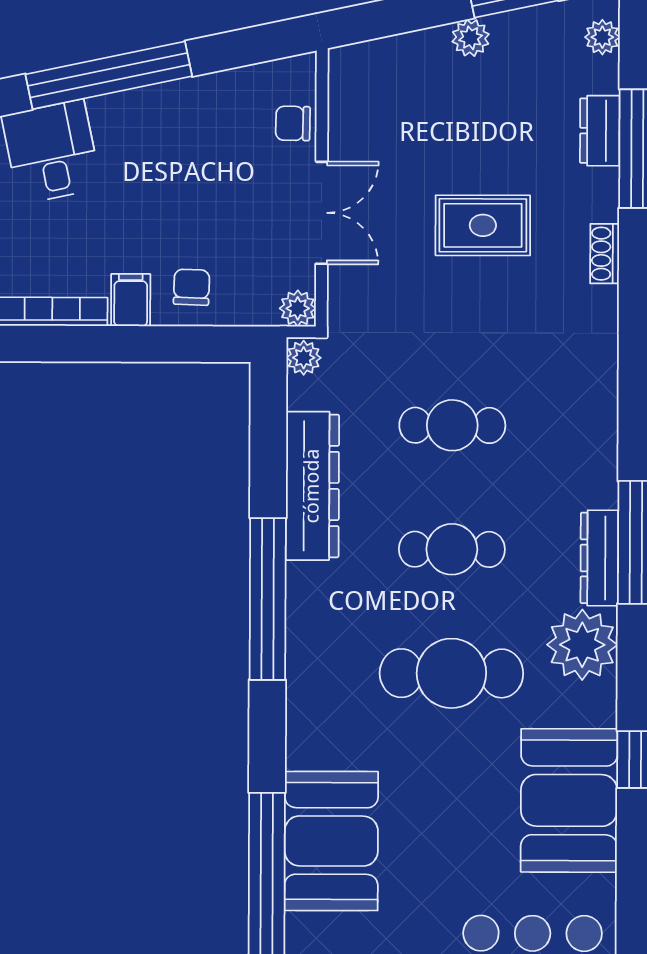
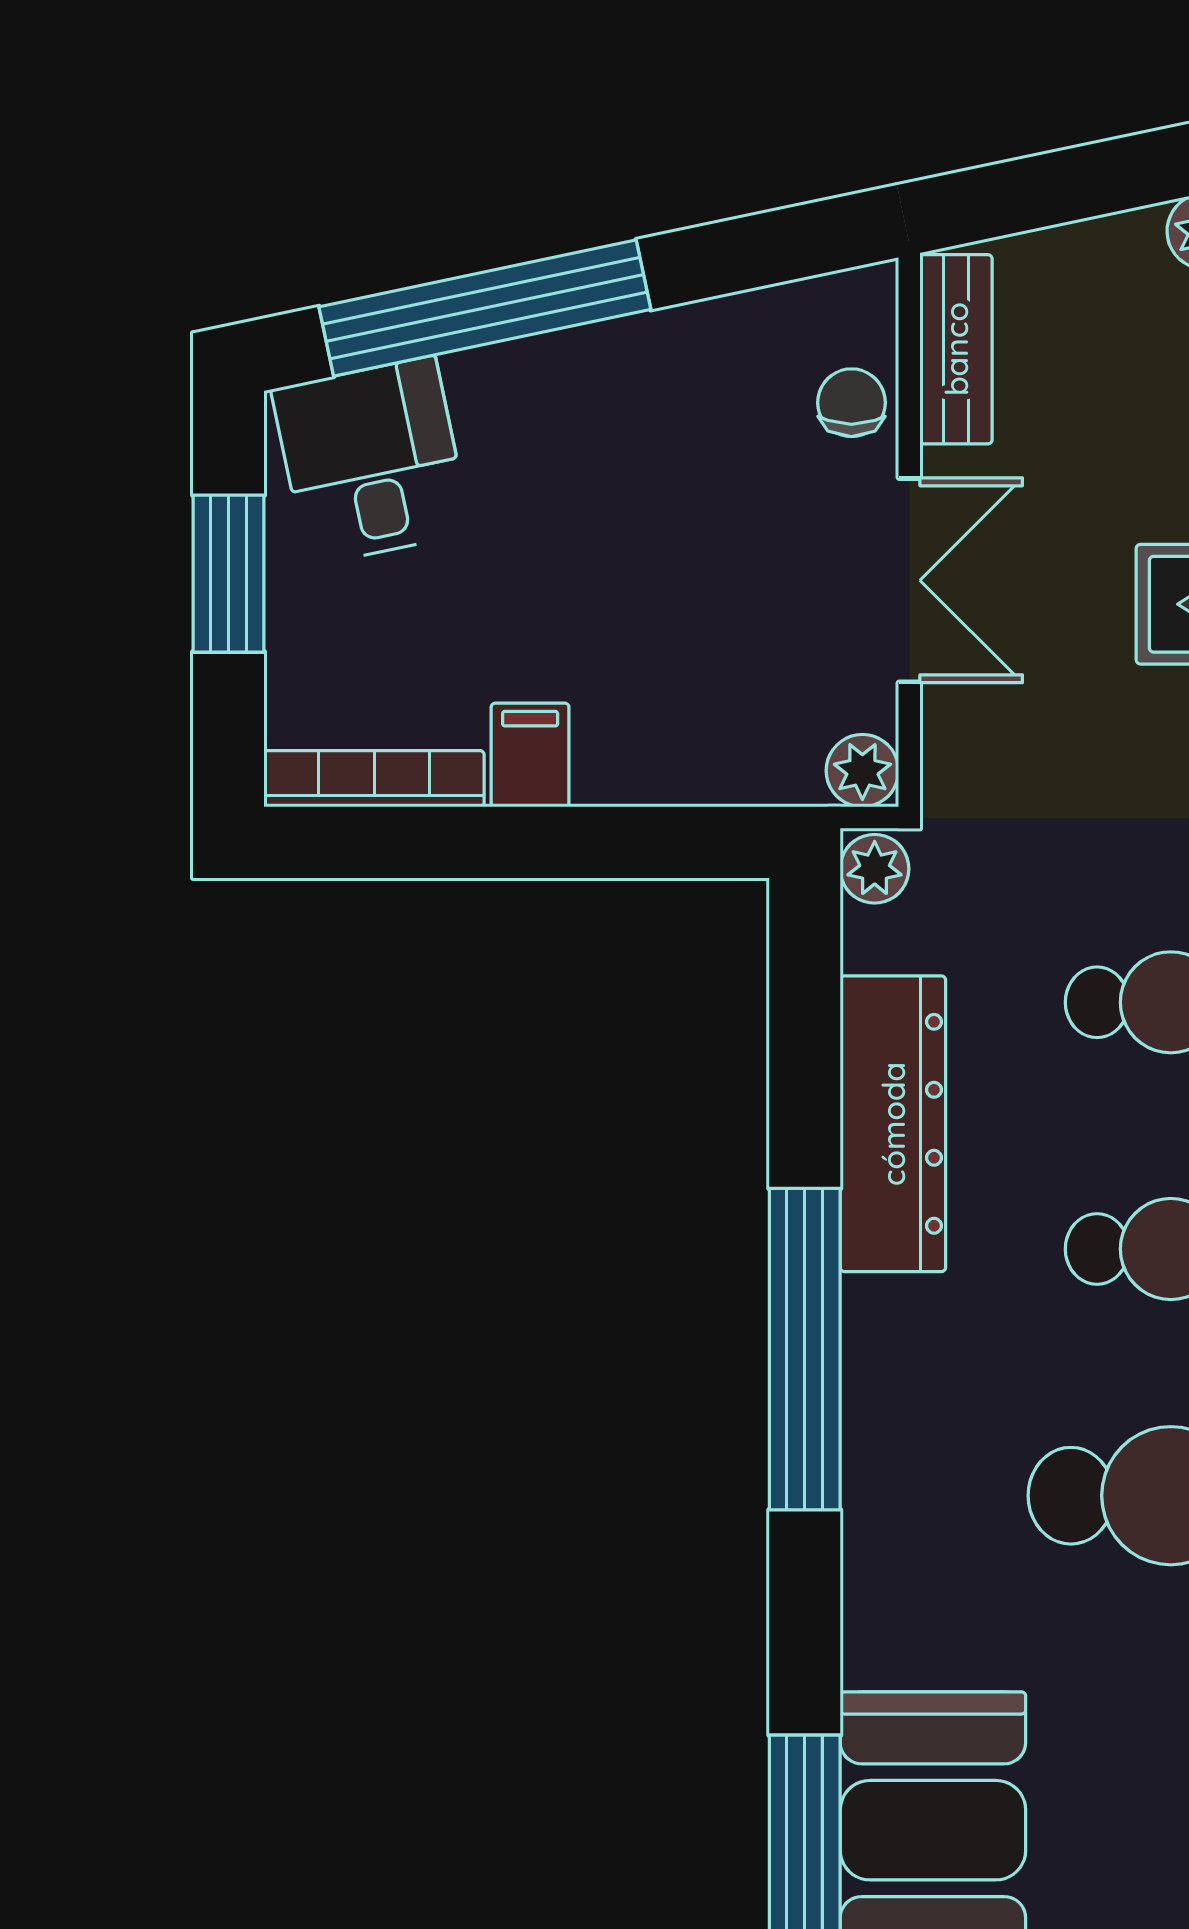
bench: (345, 97) -> (956, 349), added
chair: (293, 123) -> (851, 403), turned 89
chair: (192, 287) -> (651, 729), removed

